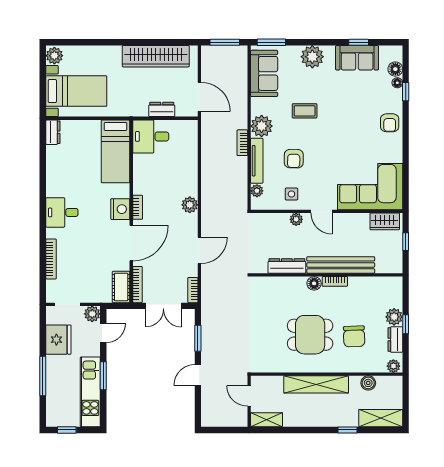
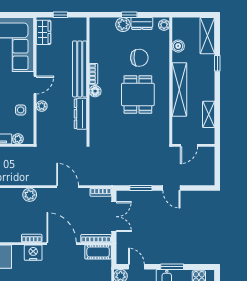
shelving: (266, 420) -> (209, 114), moved

